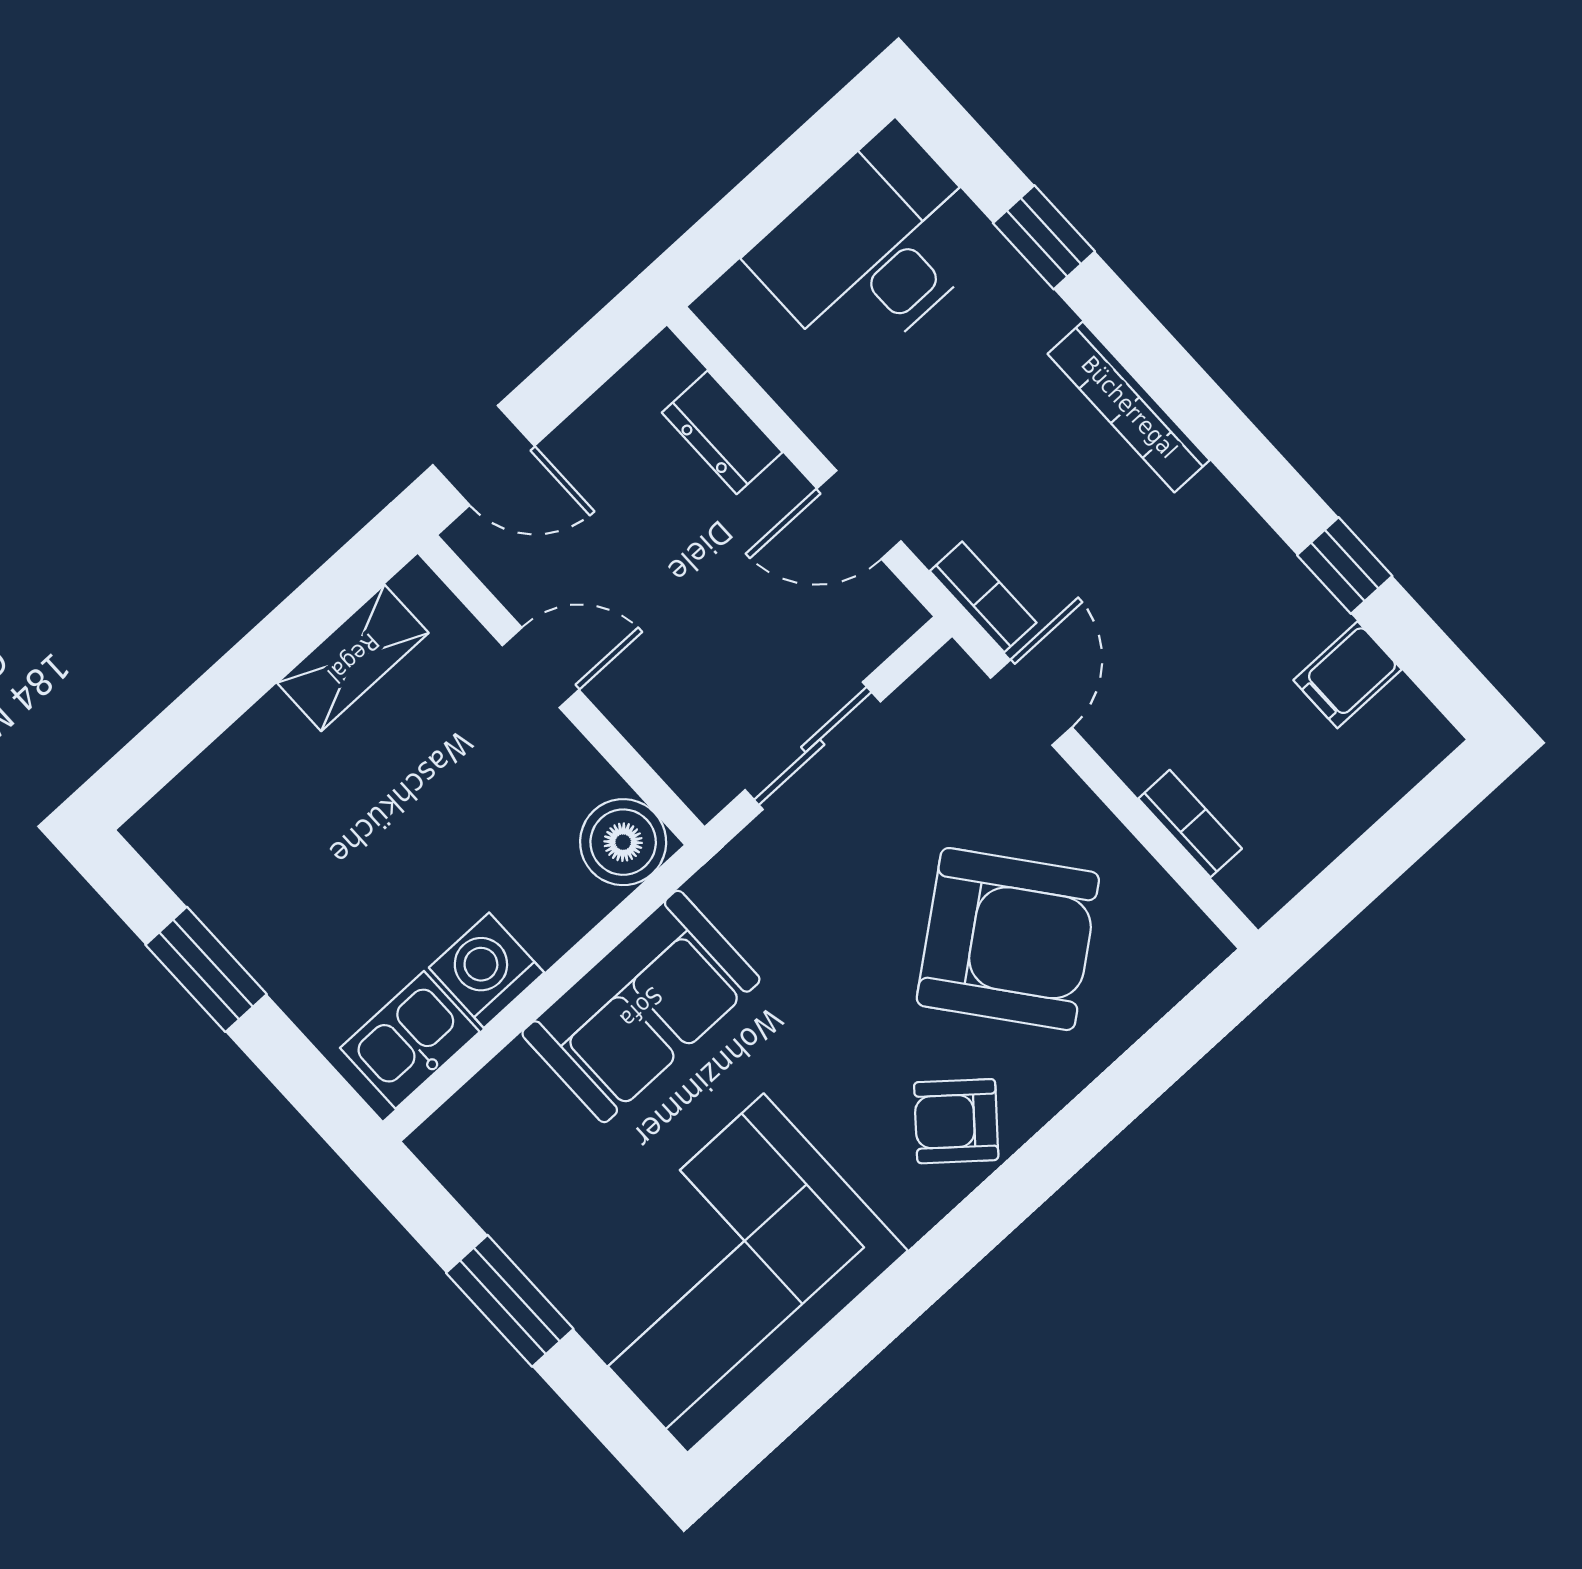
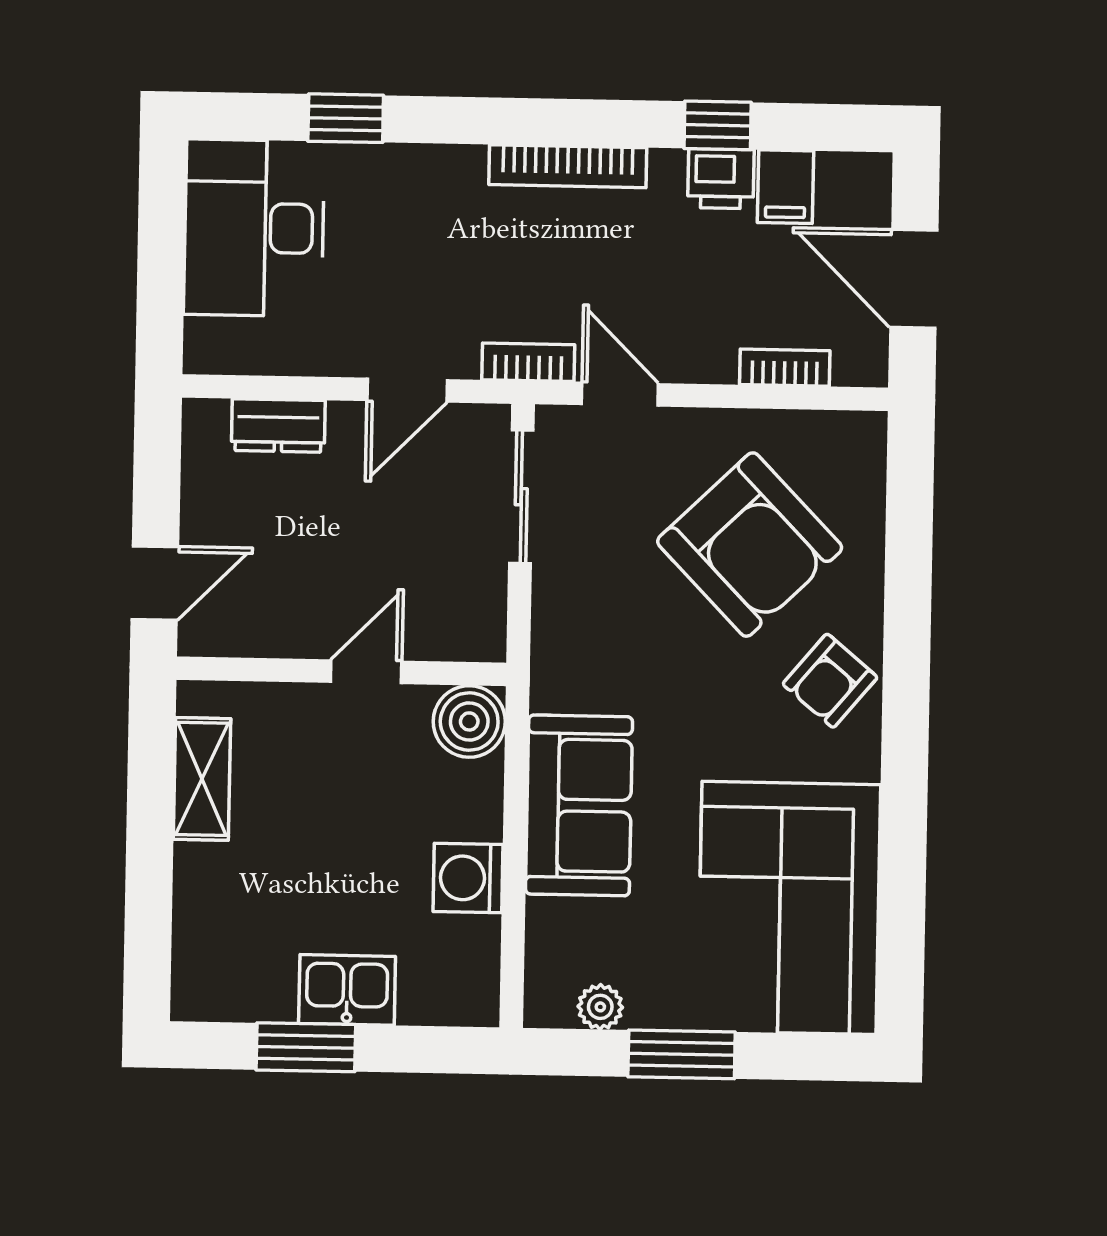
bookcase: (1129, 407) -> (568, 166), moved
printer: (1301, 612) -> (721, 179), added
door: (541, 668) -> (366, 672), moved
sliding door: (813, 746) -> (521, 497), moved
door: (1374, 862) -> (914, 279), added
armchair: (1008, 939) -> (750, 545), turned 84
kitchen sink: (410, 1040) -> (347, 990), moved, turned 90
plant: (484, 1191) -> (600, 1007), added

